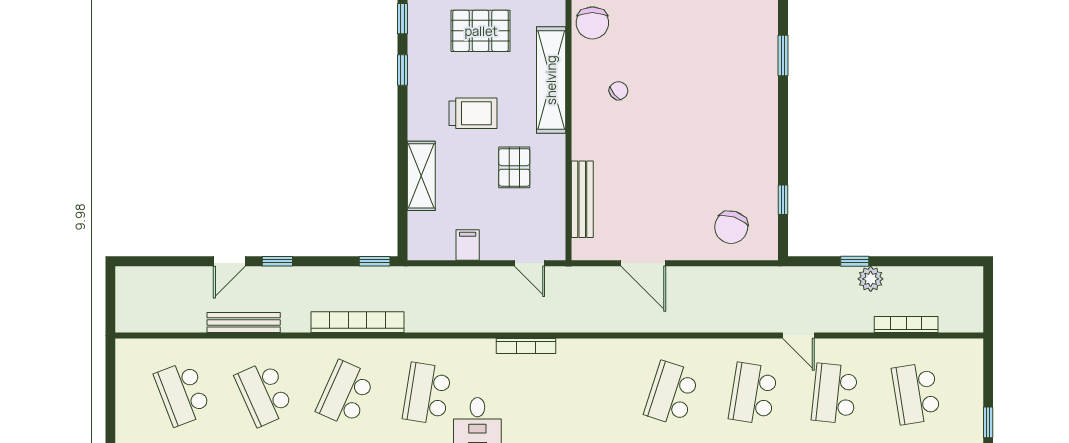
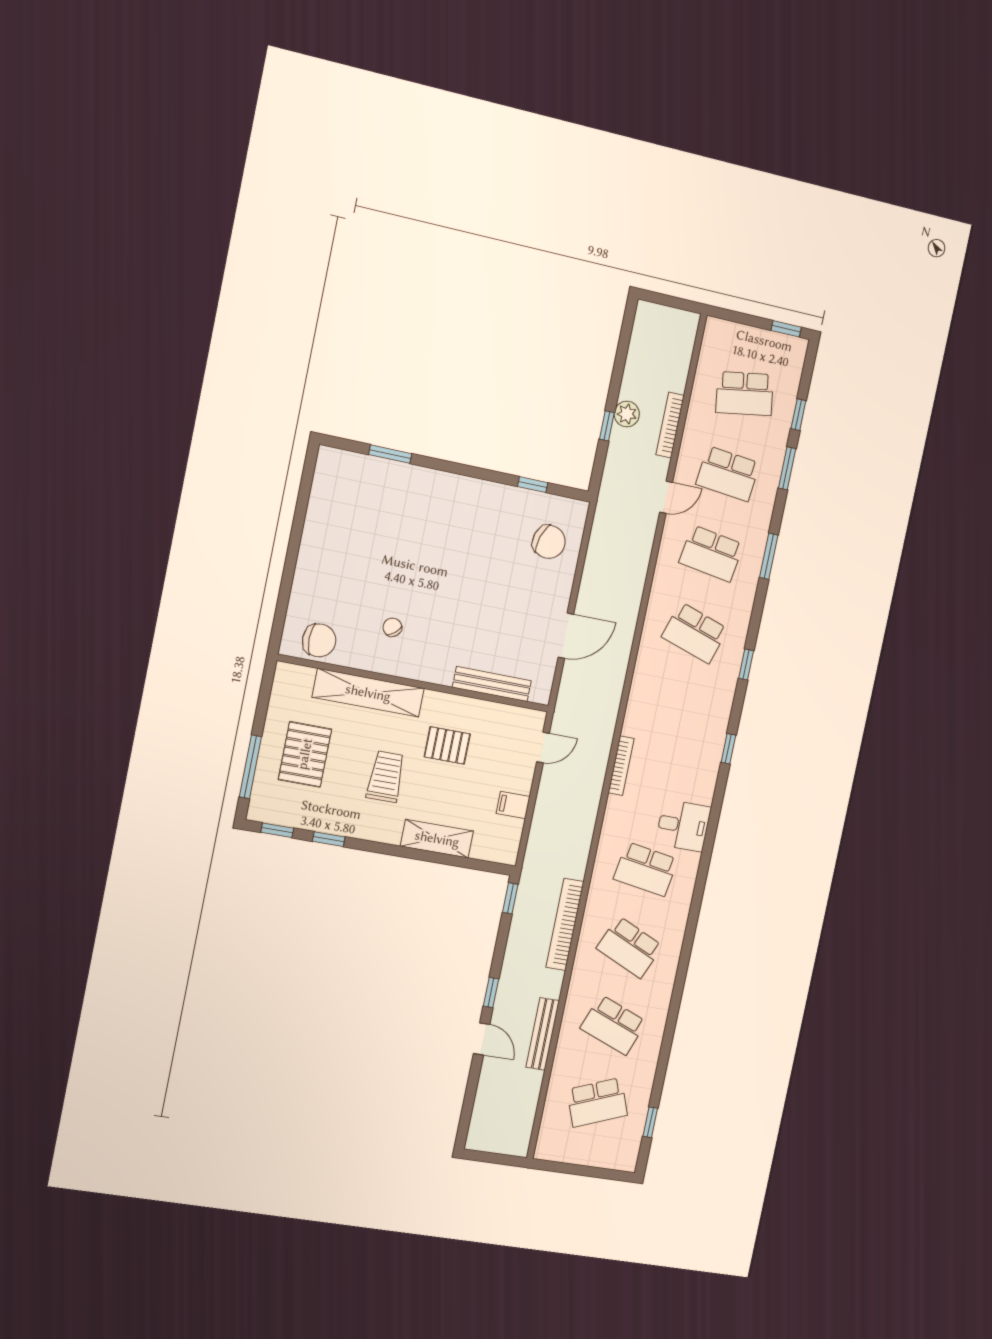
bookcase: (906, 325) -> (670, 425), moved
school desk: (264, 394) -> (613, 1025), turned 45

